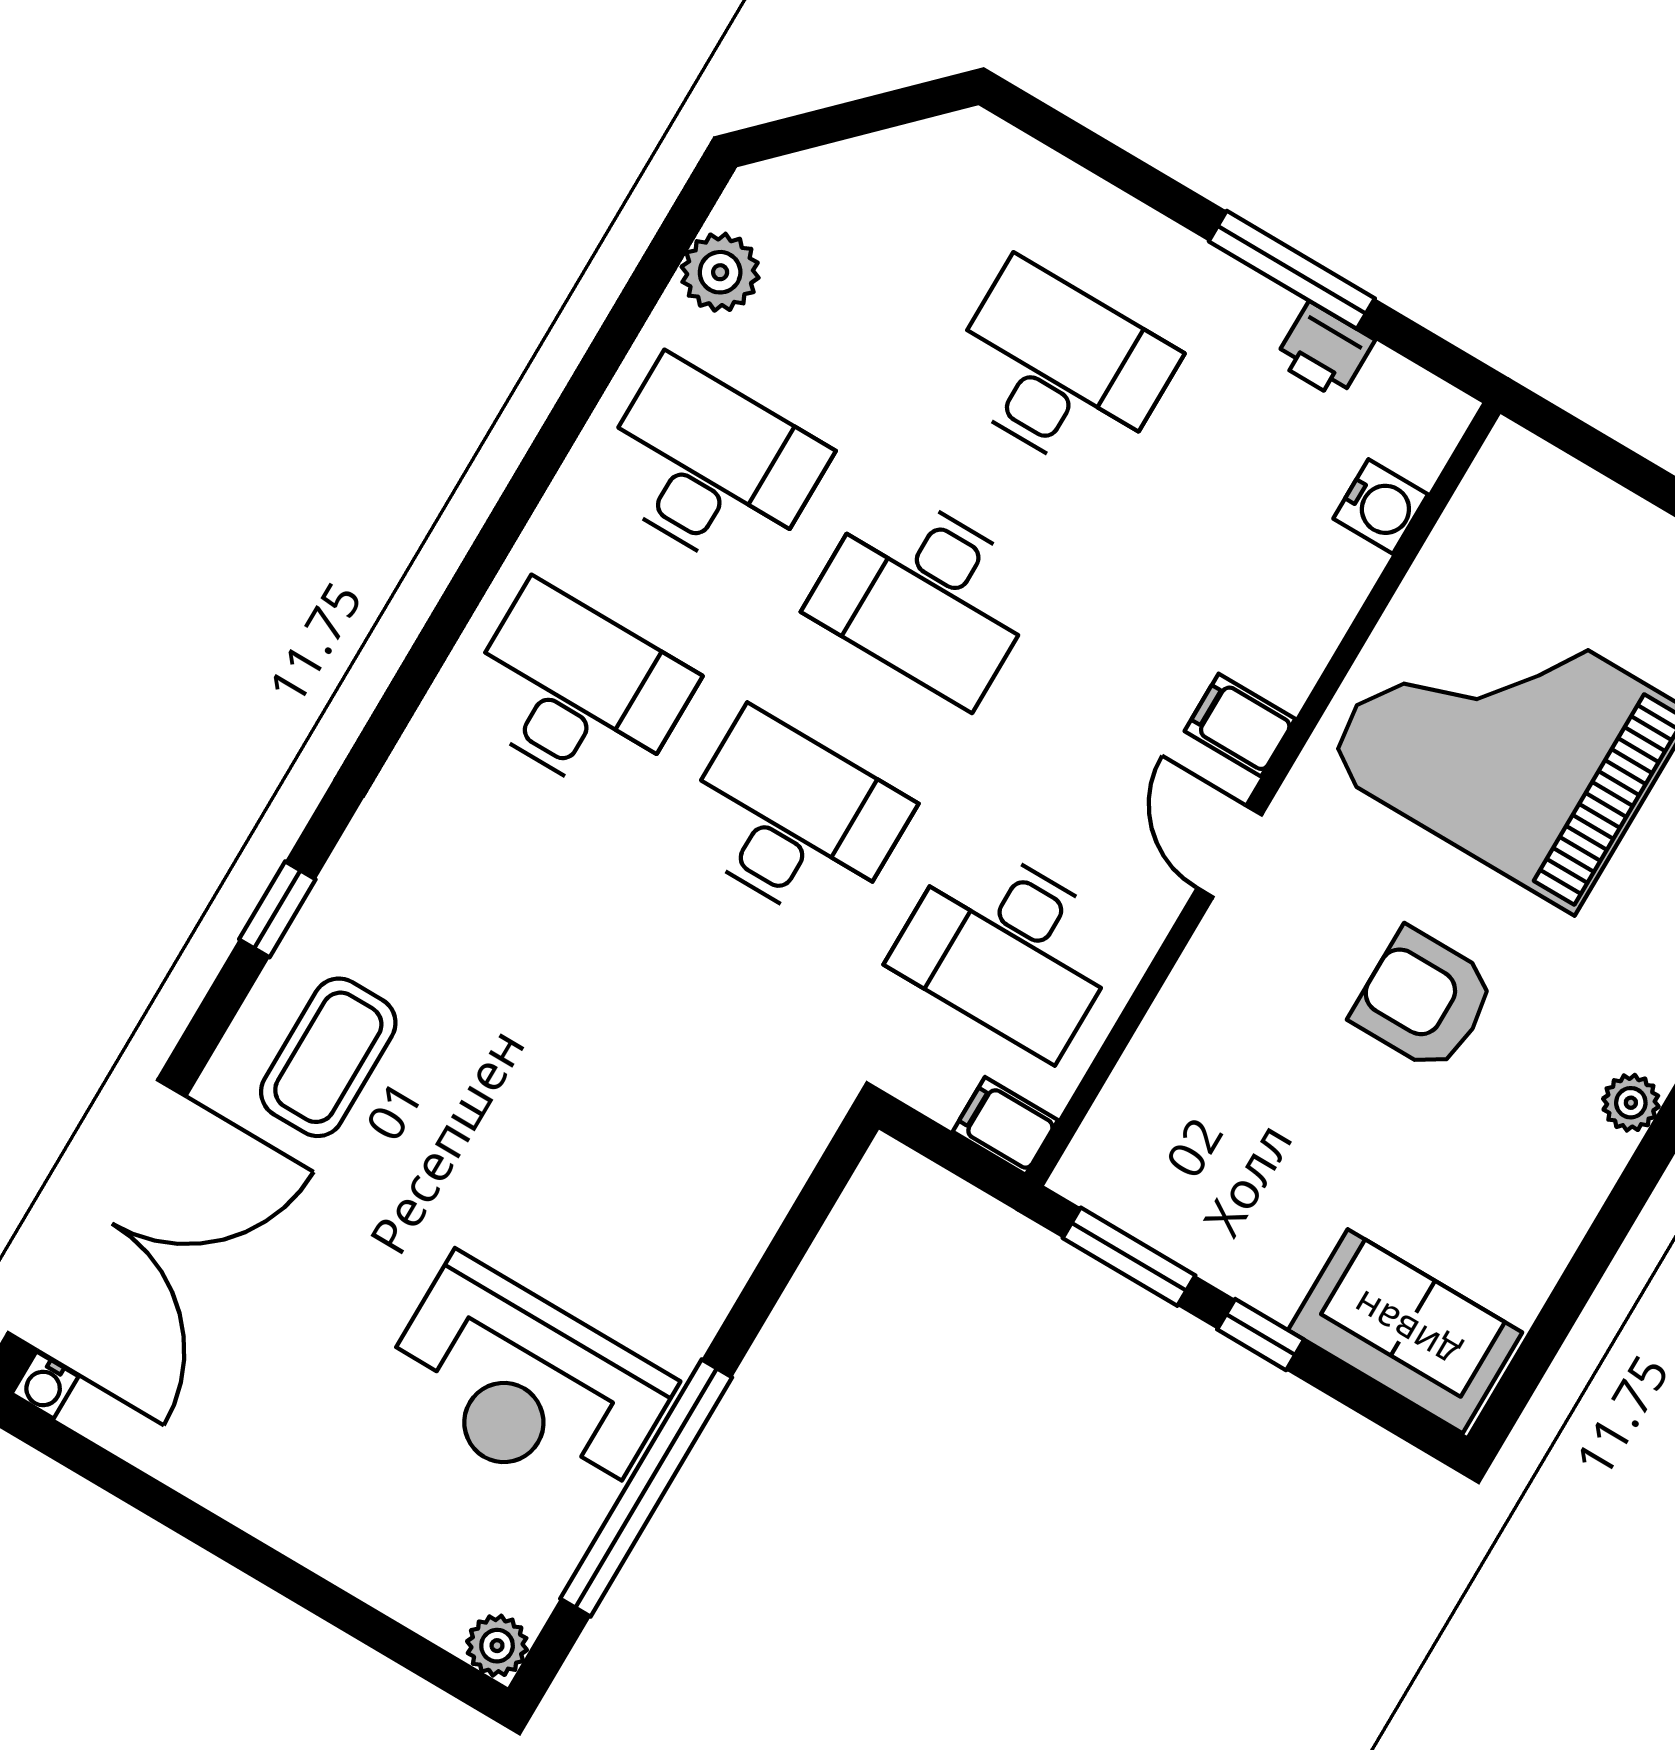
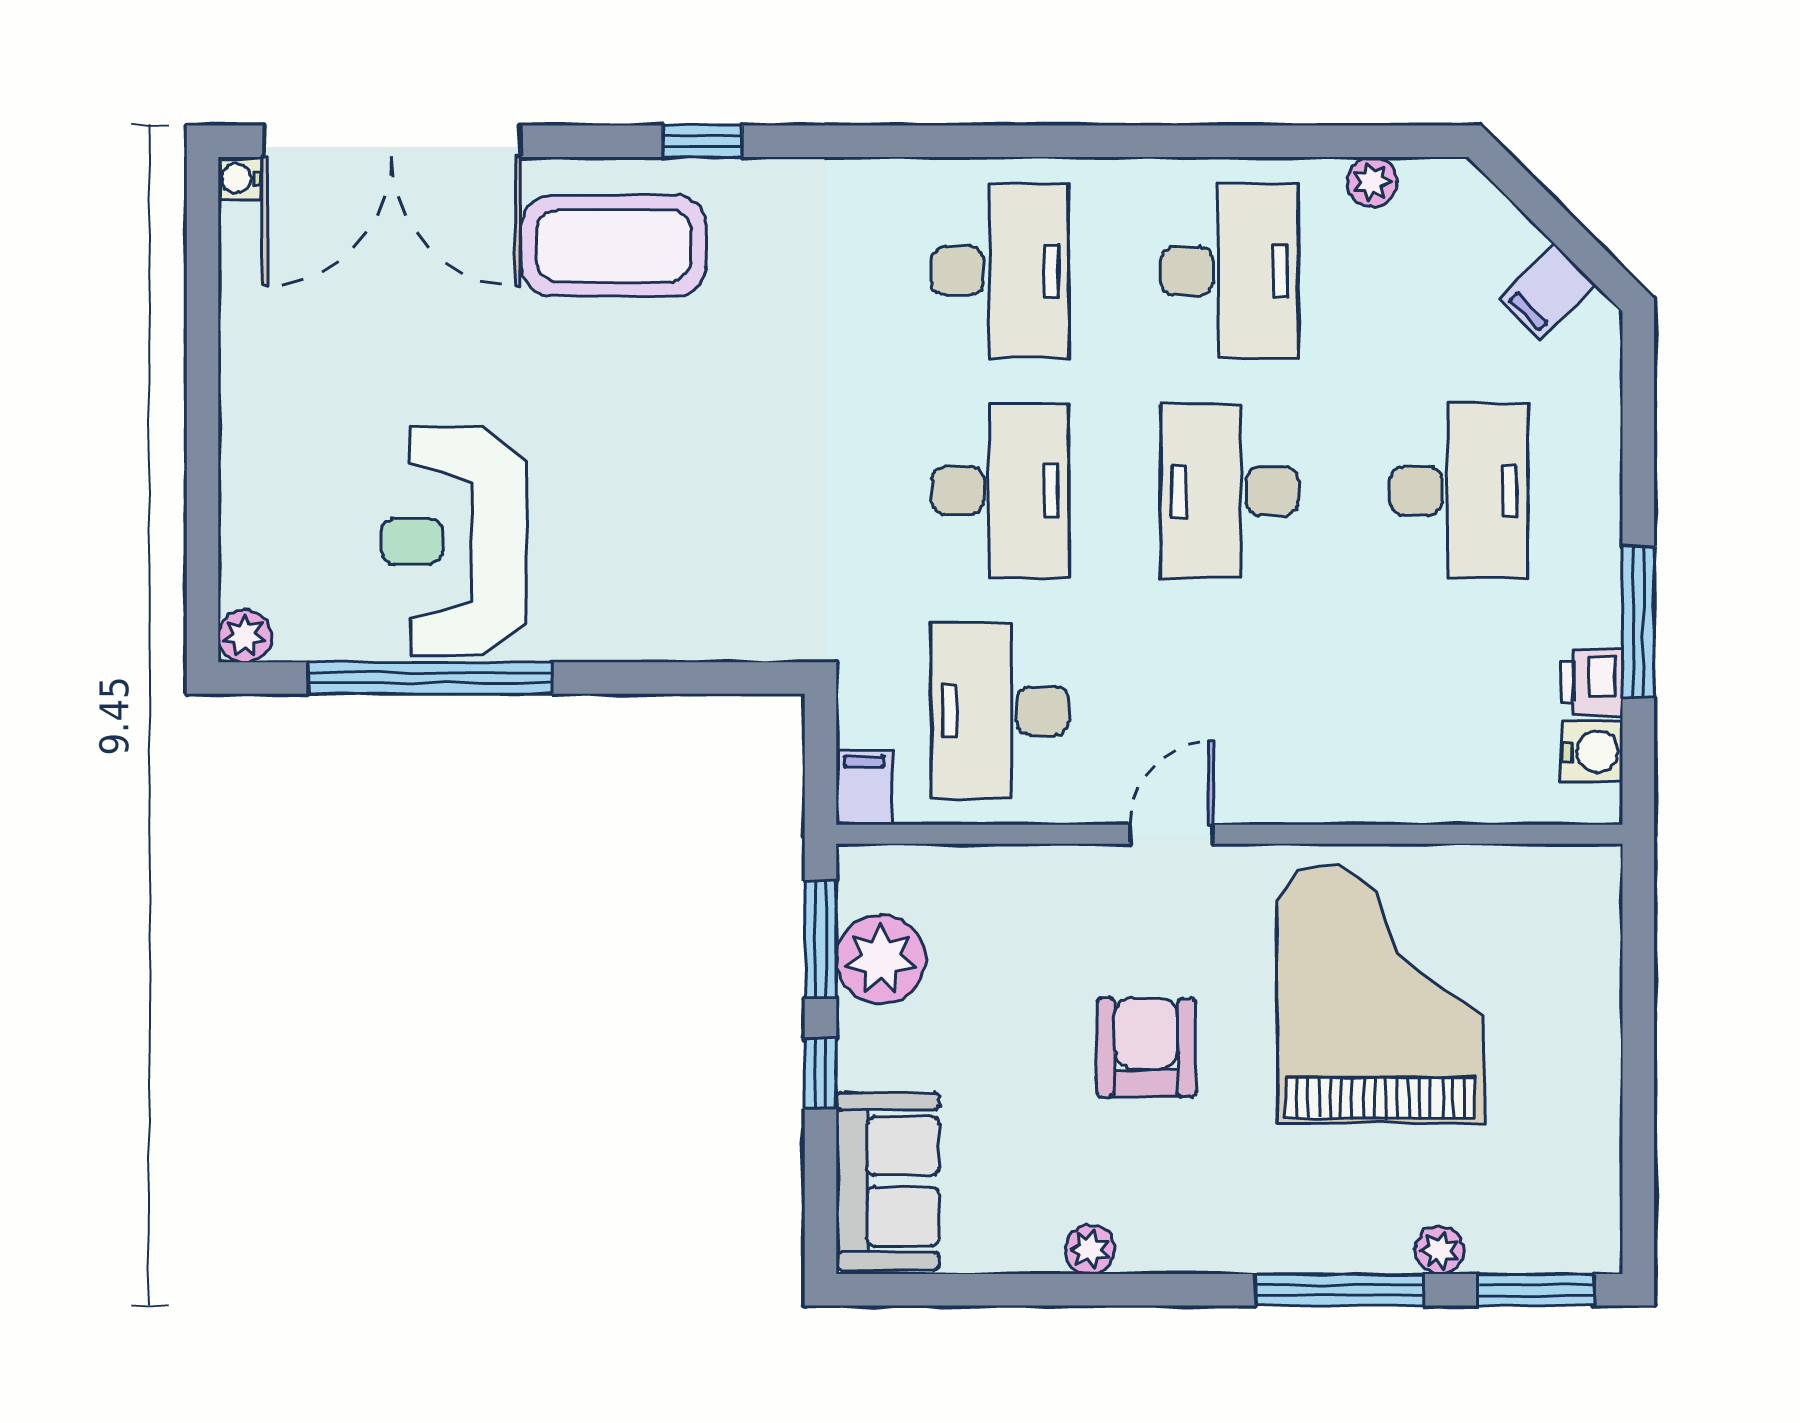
plant: (720, 272) -> (1372, 182), width x0.73, depth x0.73
water cooler: (1381, 506) -> (1592, 751), moved, turned -90
filing cabinet: (1240, 725) -> (1548, 292), moved, turned -135
coffee table: (328, 1057) -> (614, 246), width x1.36, depth x1.32
plant: (1631, 1103) -> (1090, 1249), moved
plant: (1184, 1209) -> (881, 959), added

